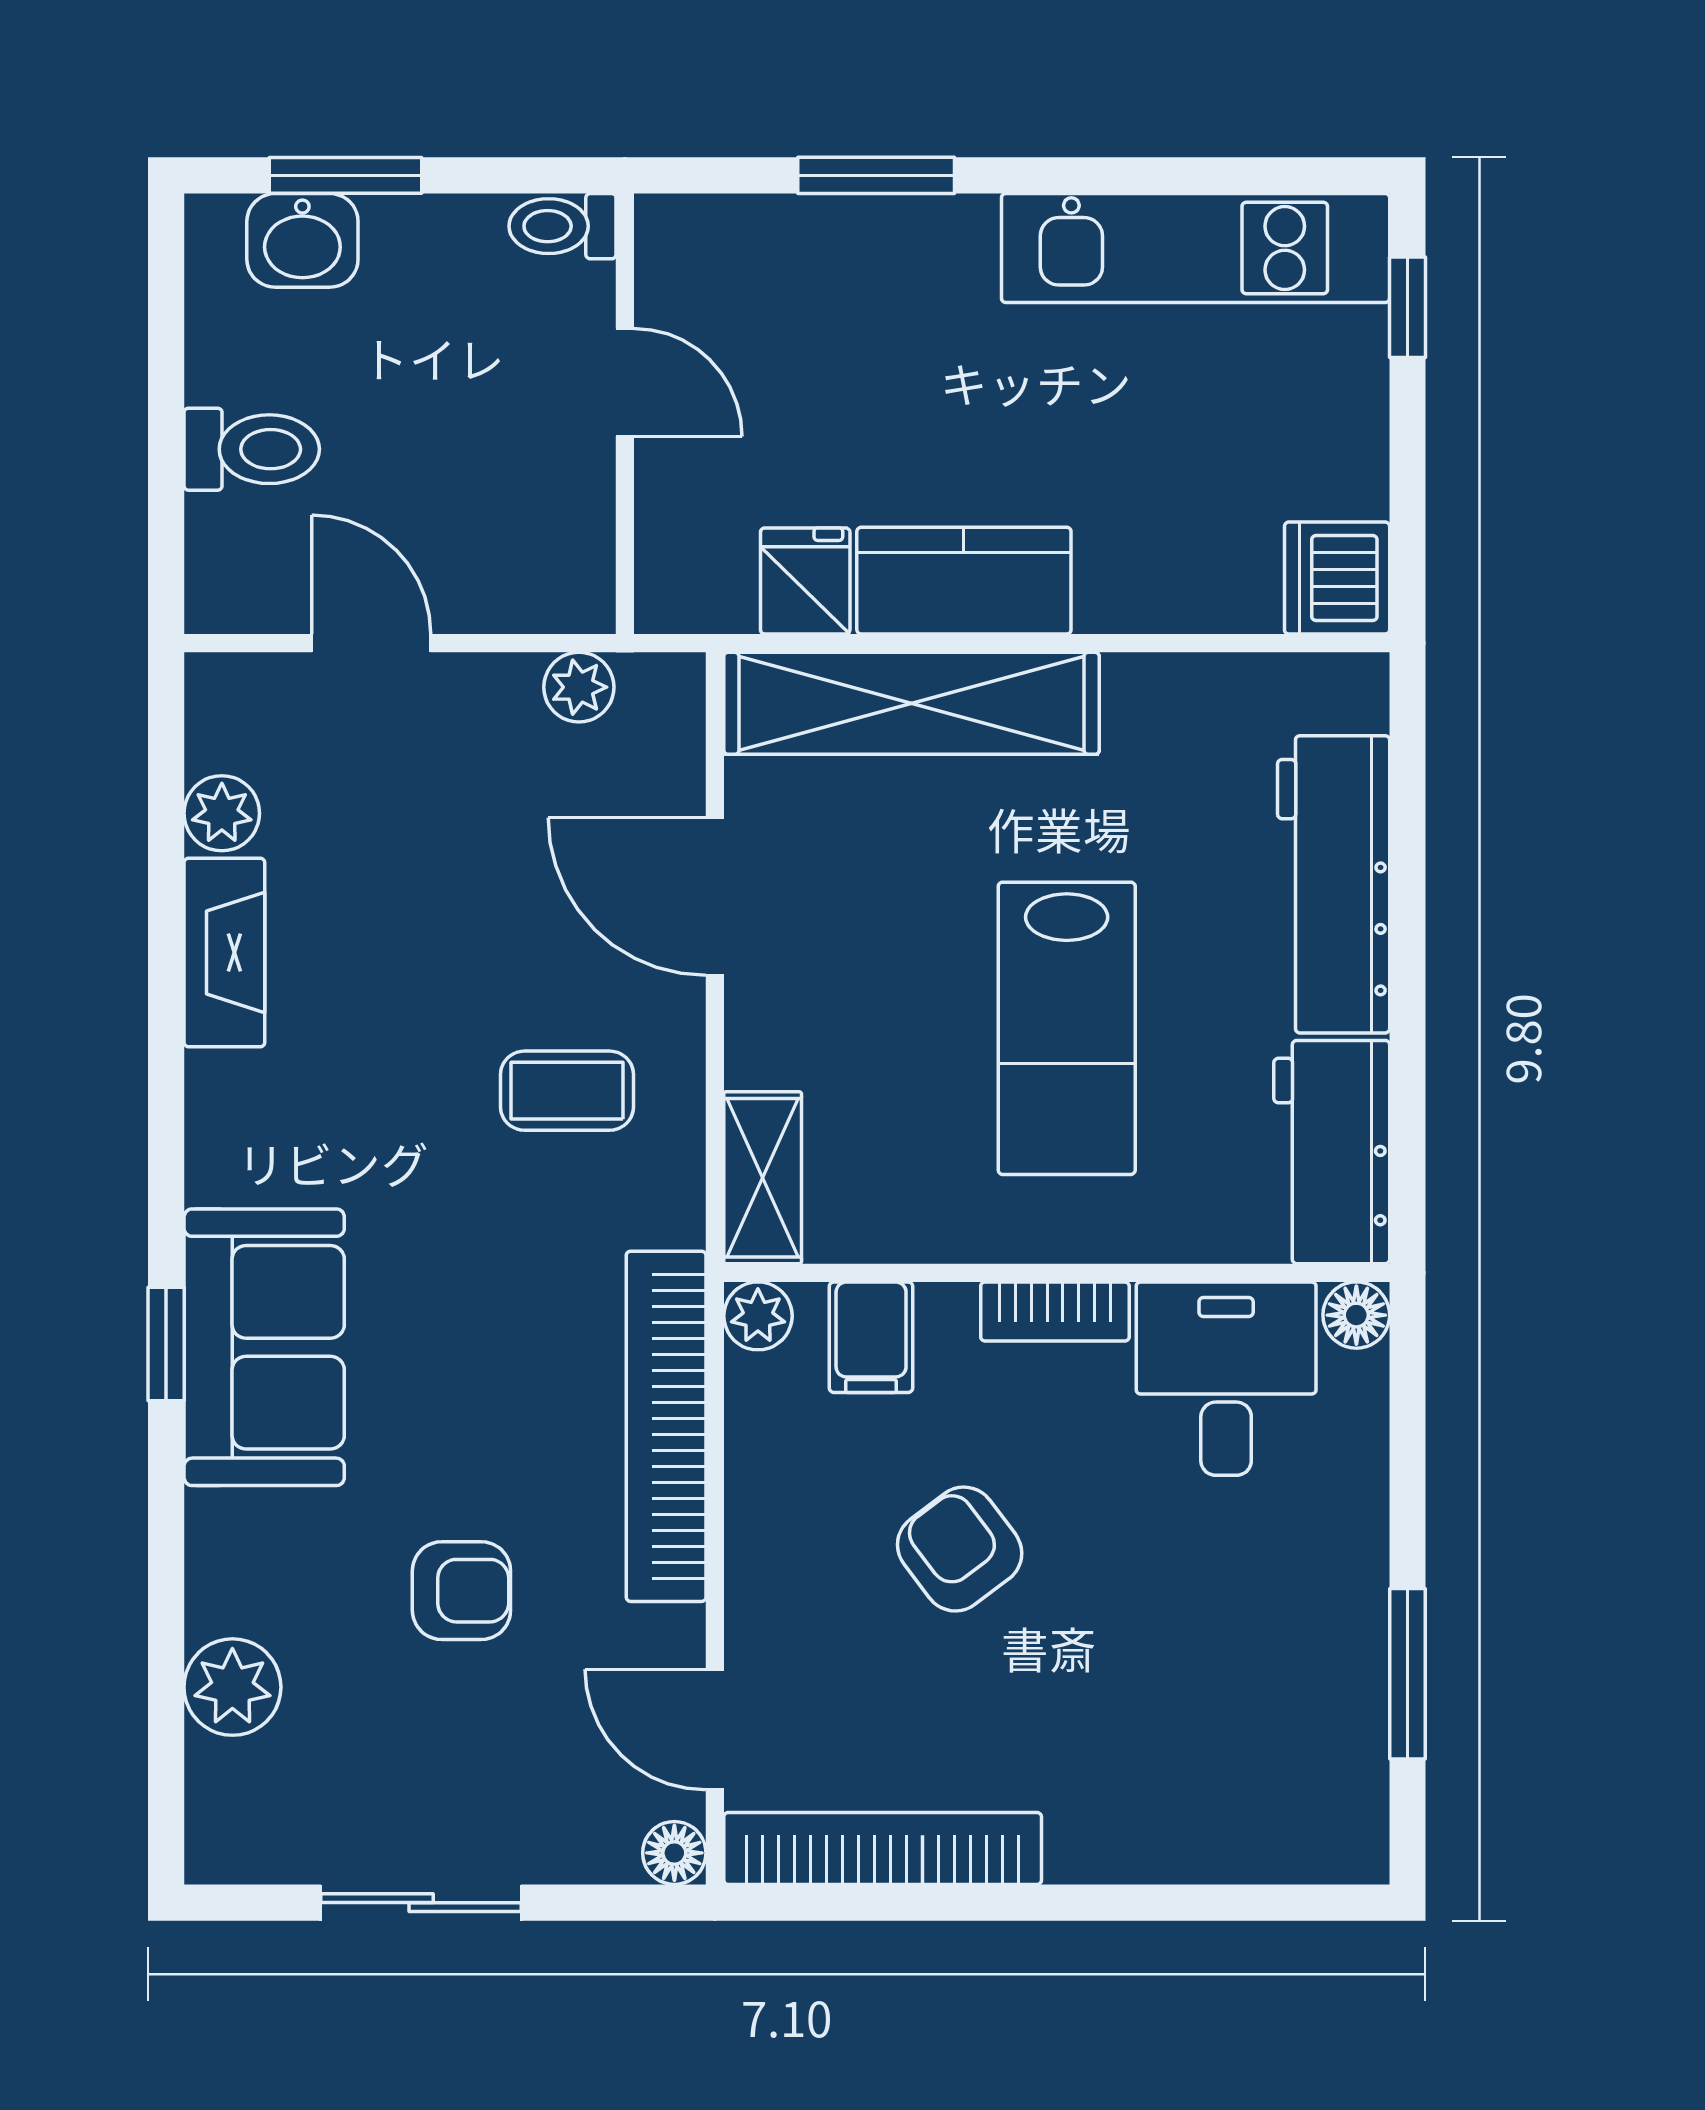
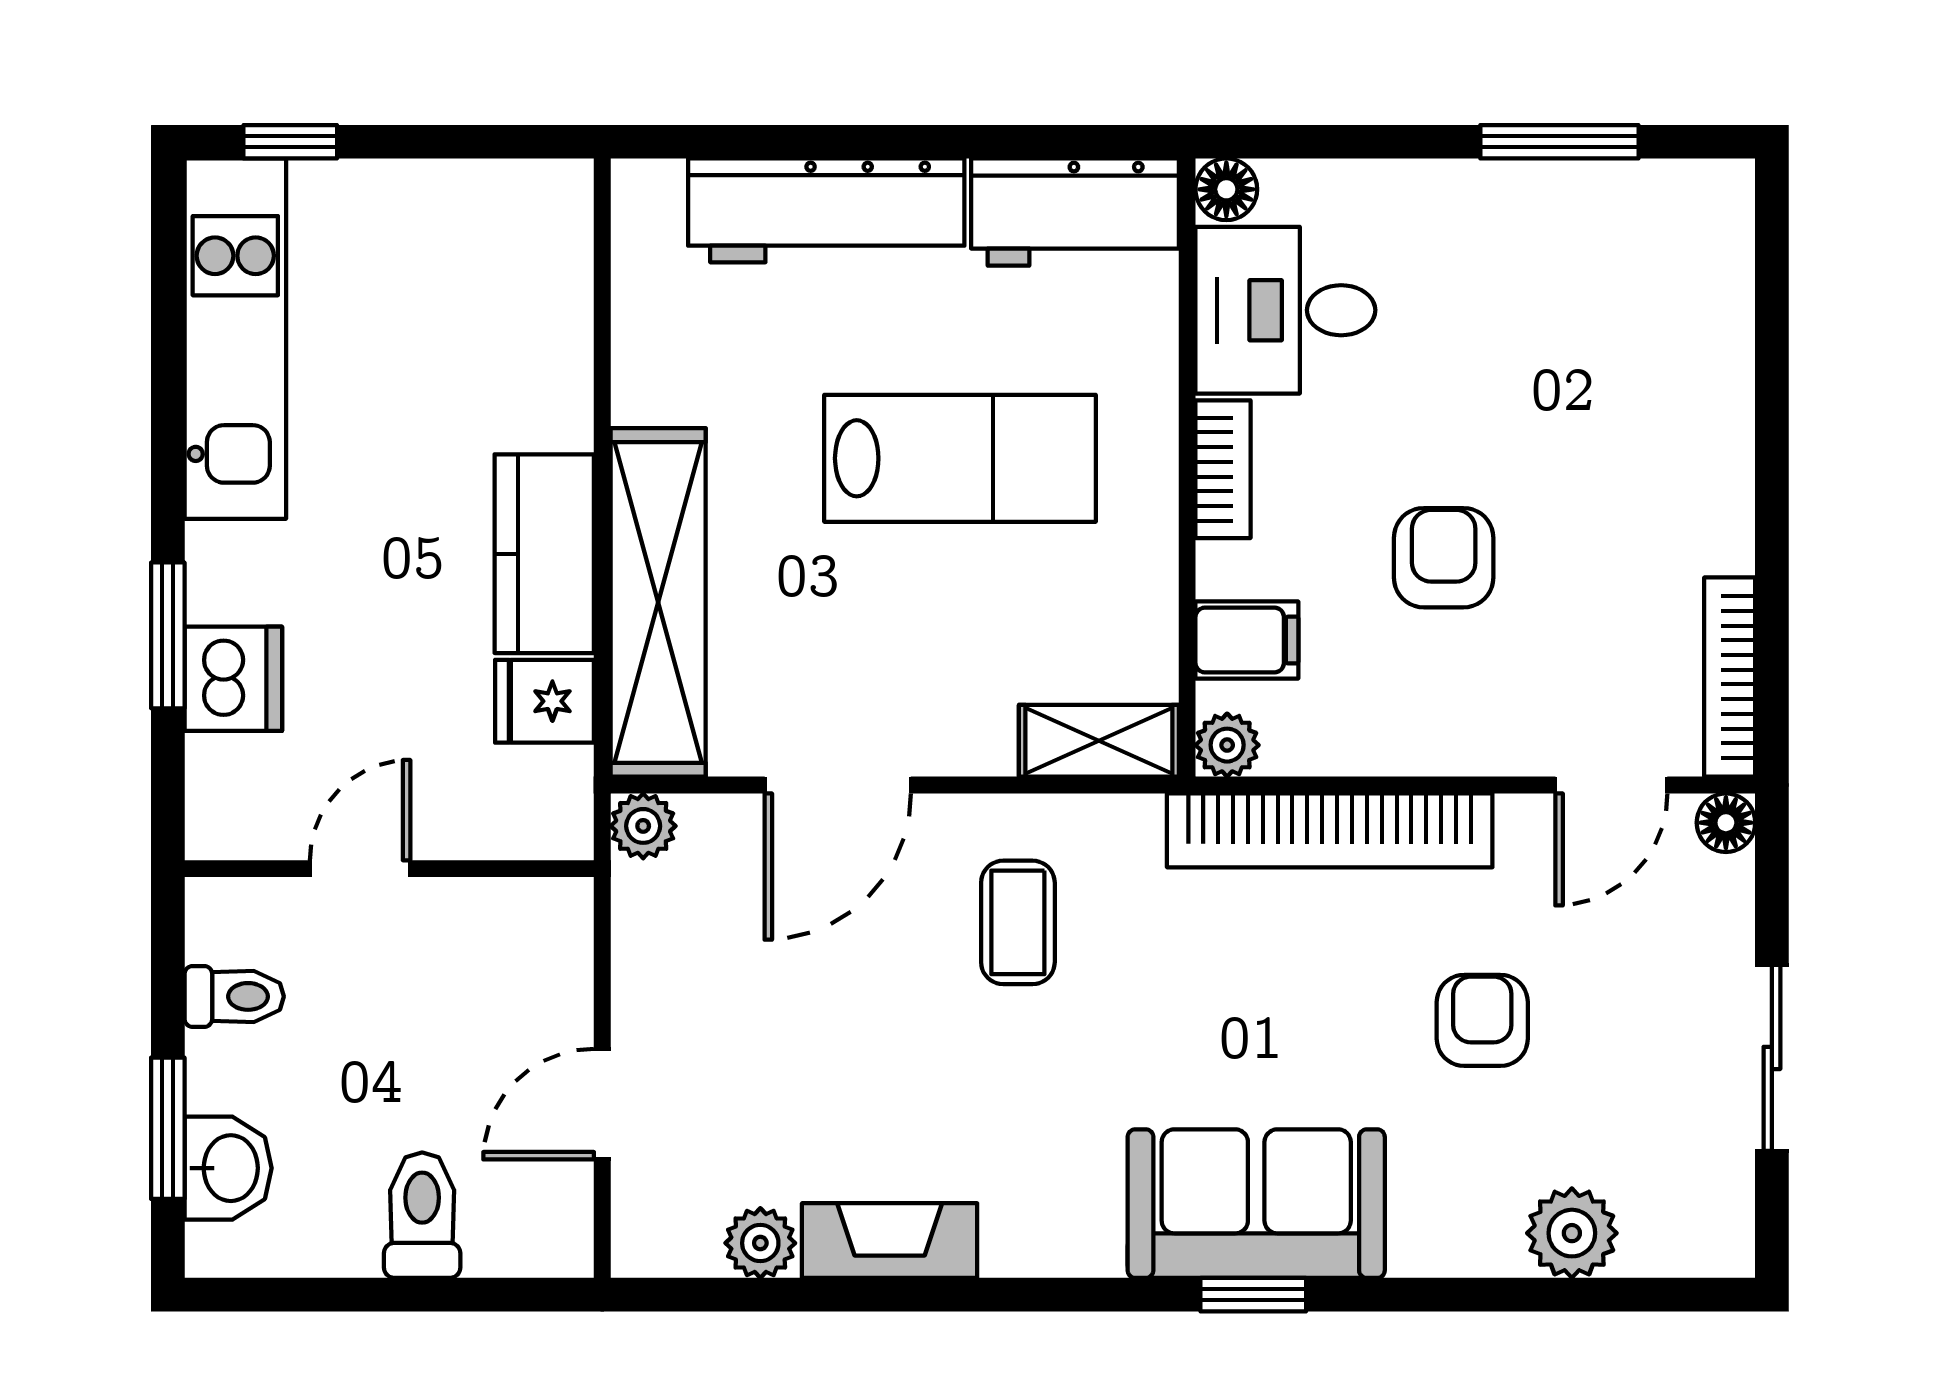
toilet: (562, 226) -> (234, 996), moved, turned -90
dishwasher: (1337, 578) -> (233, 679), moved, turned -90
plant: (579, 687) -> (643, 826), moved
armchair: (960, 1549) -> (1444, 558), turned 127
bookcase: (883, 1848) -> (1730, 677), width x0.68, depth x0.76

